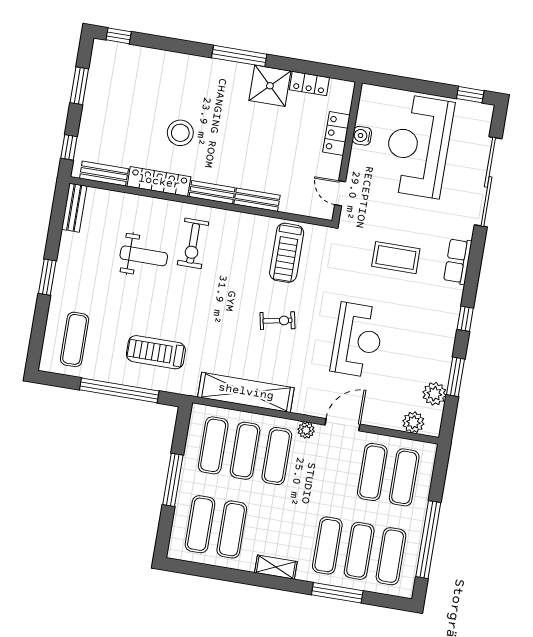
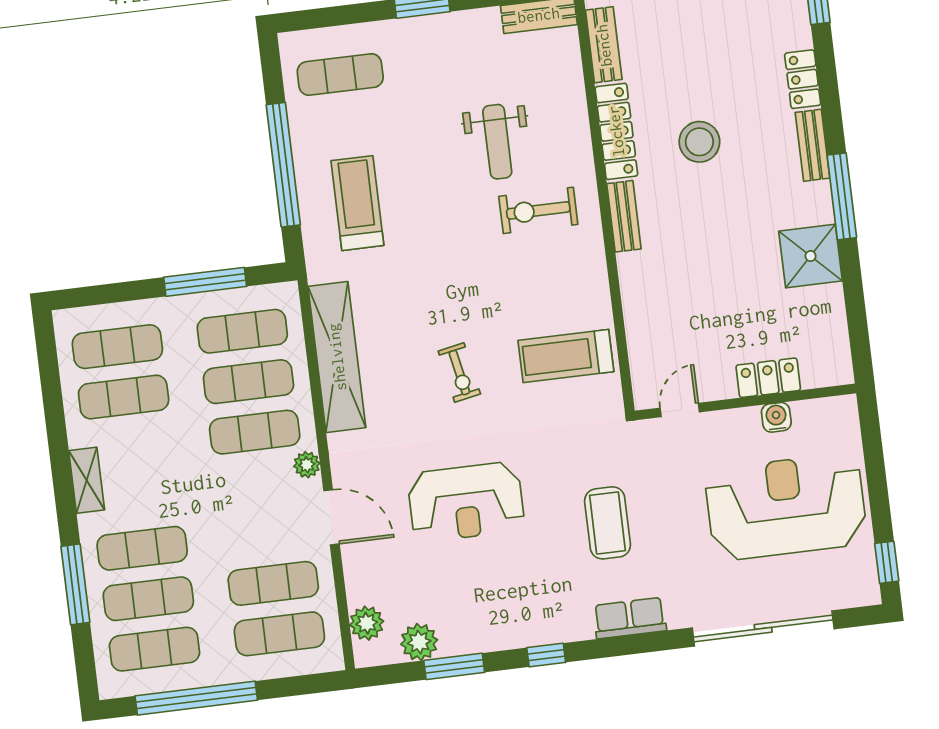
locker: (309, 84) -> (803, 79), moved
bench: (257, 200) -> (812, 145), moved
window: (173, 480) -> (205, 282), moved

